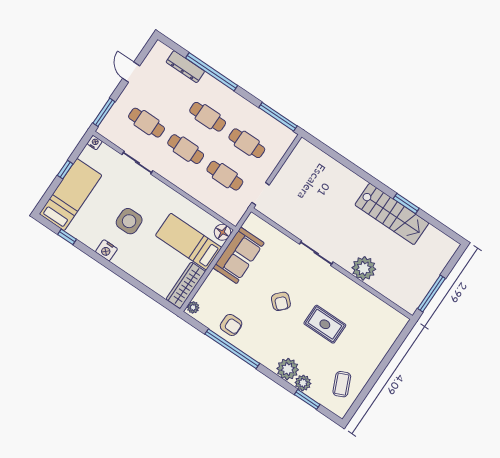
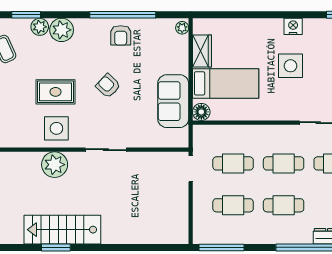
wardrobe: (186, 285) -> (202, 51), width x0.67
side table: (343, 295) -> (56, 128), added
armchair: (231, 325) -> (121, 35), moved, turned -90

